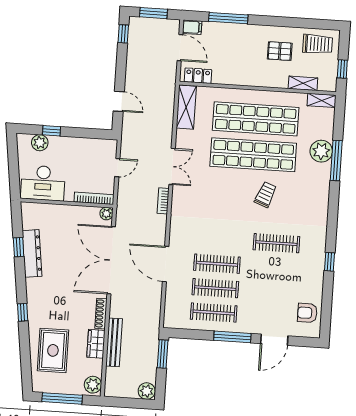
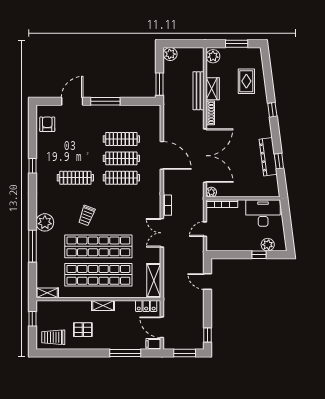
shelving: (303, 83) -> (103, 305), moved
plant: (321, 151) -> (45, 222), moved
clothes rail: (214, 313) -> (121, 178), moved
armchair: (307, 313) -> (47, 124), turned -90
rug: (53, 350) -> (246, 81), width x0.73, depth x0.70
window: (62, 398) -> (237, 44), width x0.69

